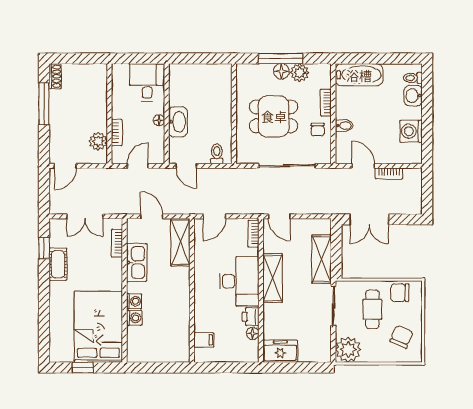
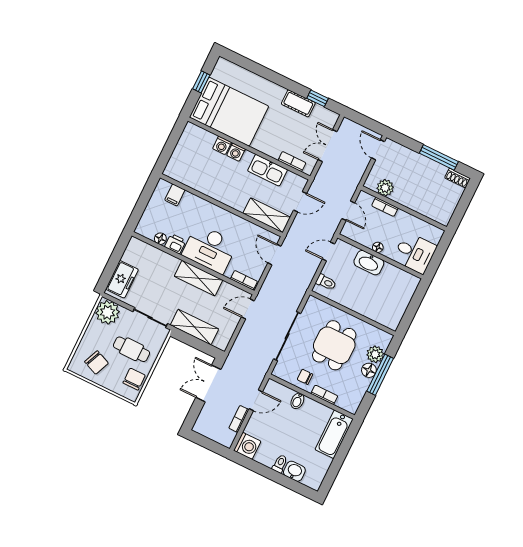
plant: (300, 73) -> (375, 354), moved
toilet: (413, 78) -> (280, 464), moved
washing machine: (411, 131) -> (247, 446), moved, turned 90
freezer: (280, 351) -> (122, 279), moved

